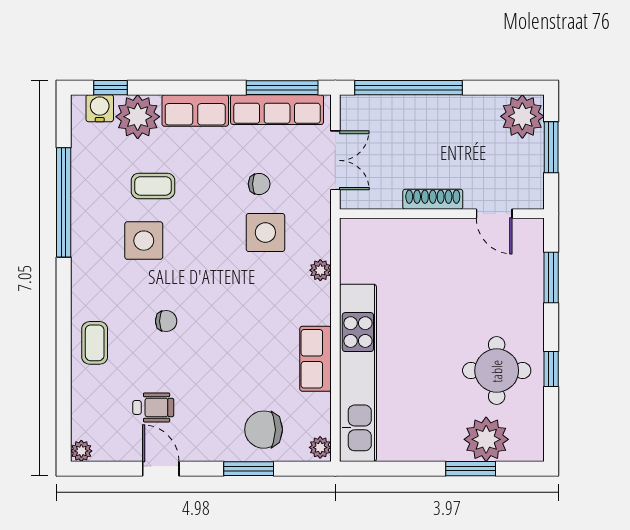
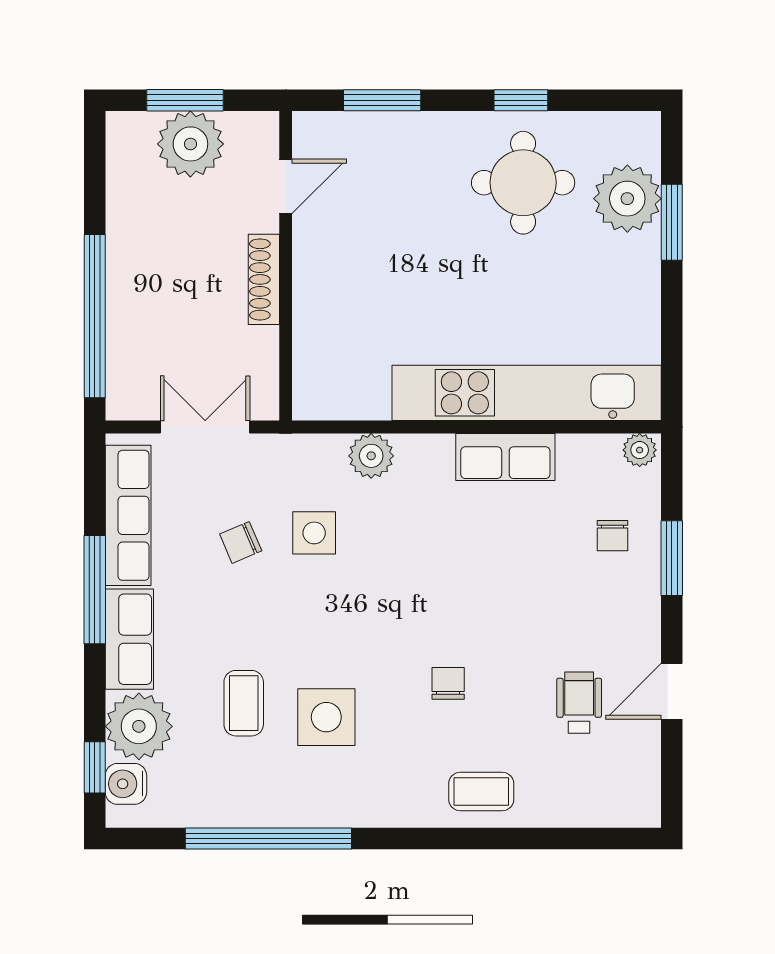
window: (282, 88) -> (95, 590), moved
plant: (522, 116) -> (190, 144), moved
chair: (259, 184) -> (241, 542), turned -113
side table: (265, 232) -> (314, 533), width x0.73, depth x0.73
plant: (320, 270) -> (371, 456), width x1.38, depth x1.38
chair: (264, 430) -> (613, 536), width x0.54, depth x0.54
plant: (81, 451) -> (645, 812), removed

